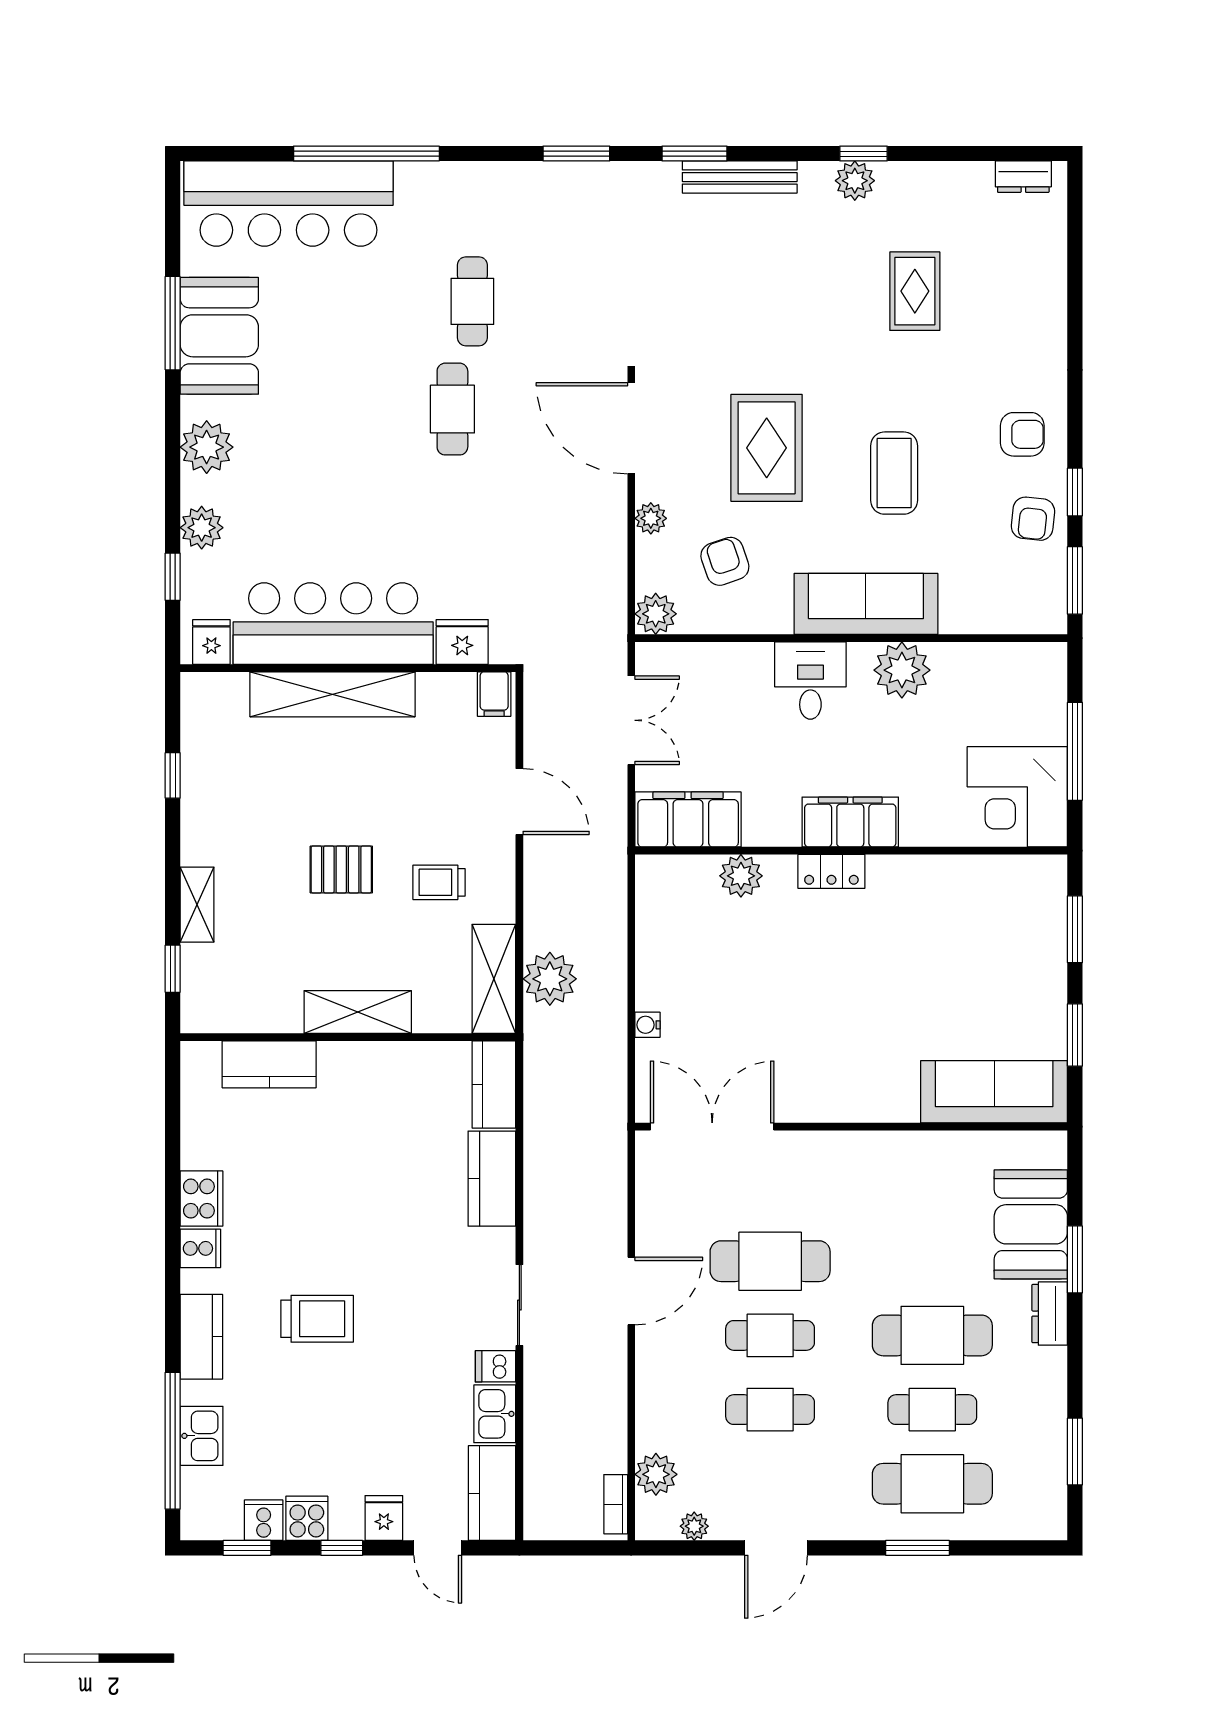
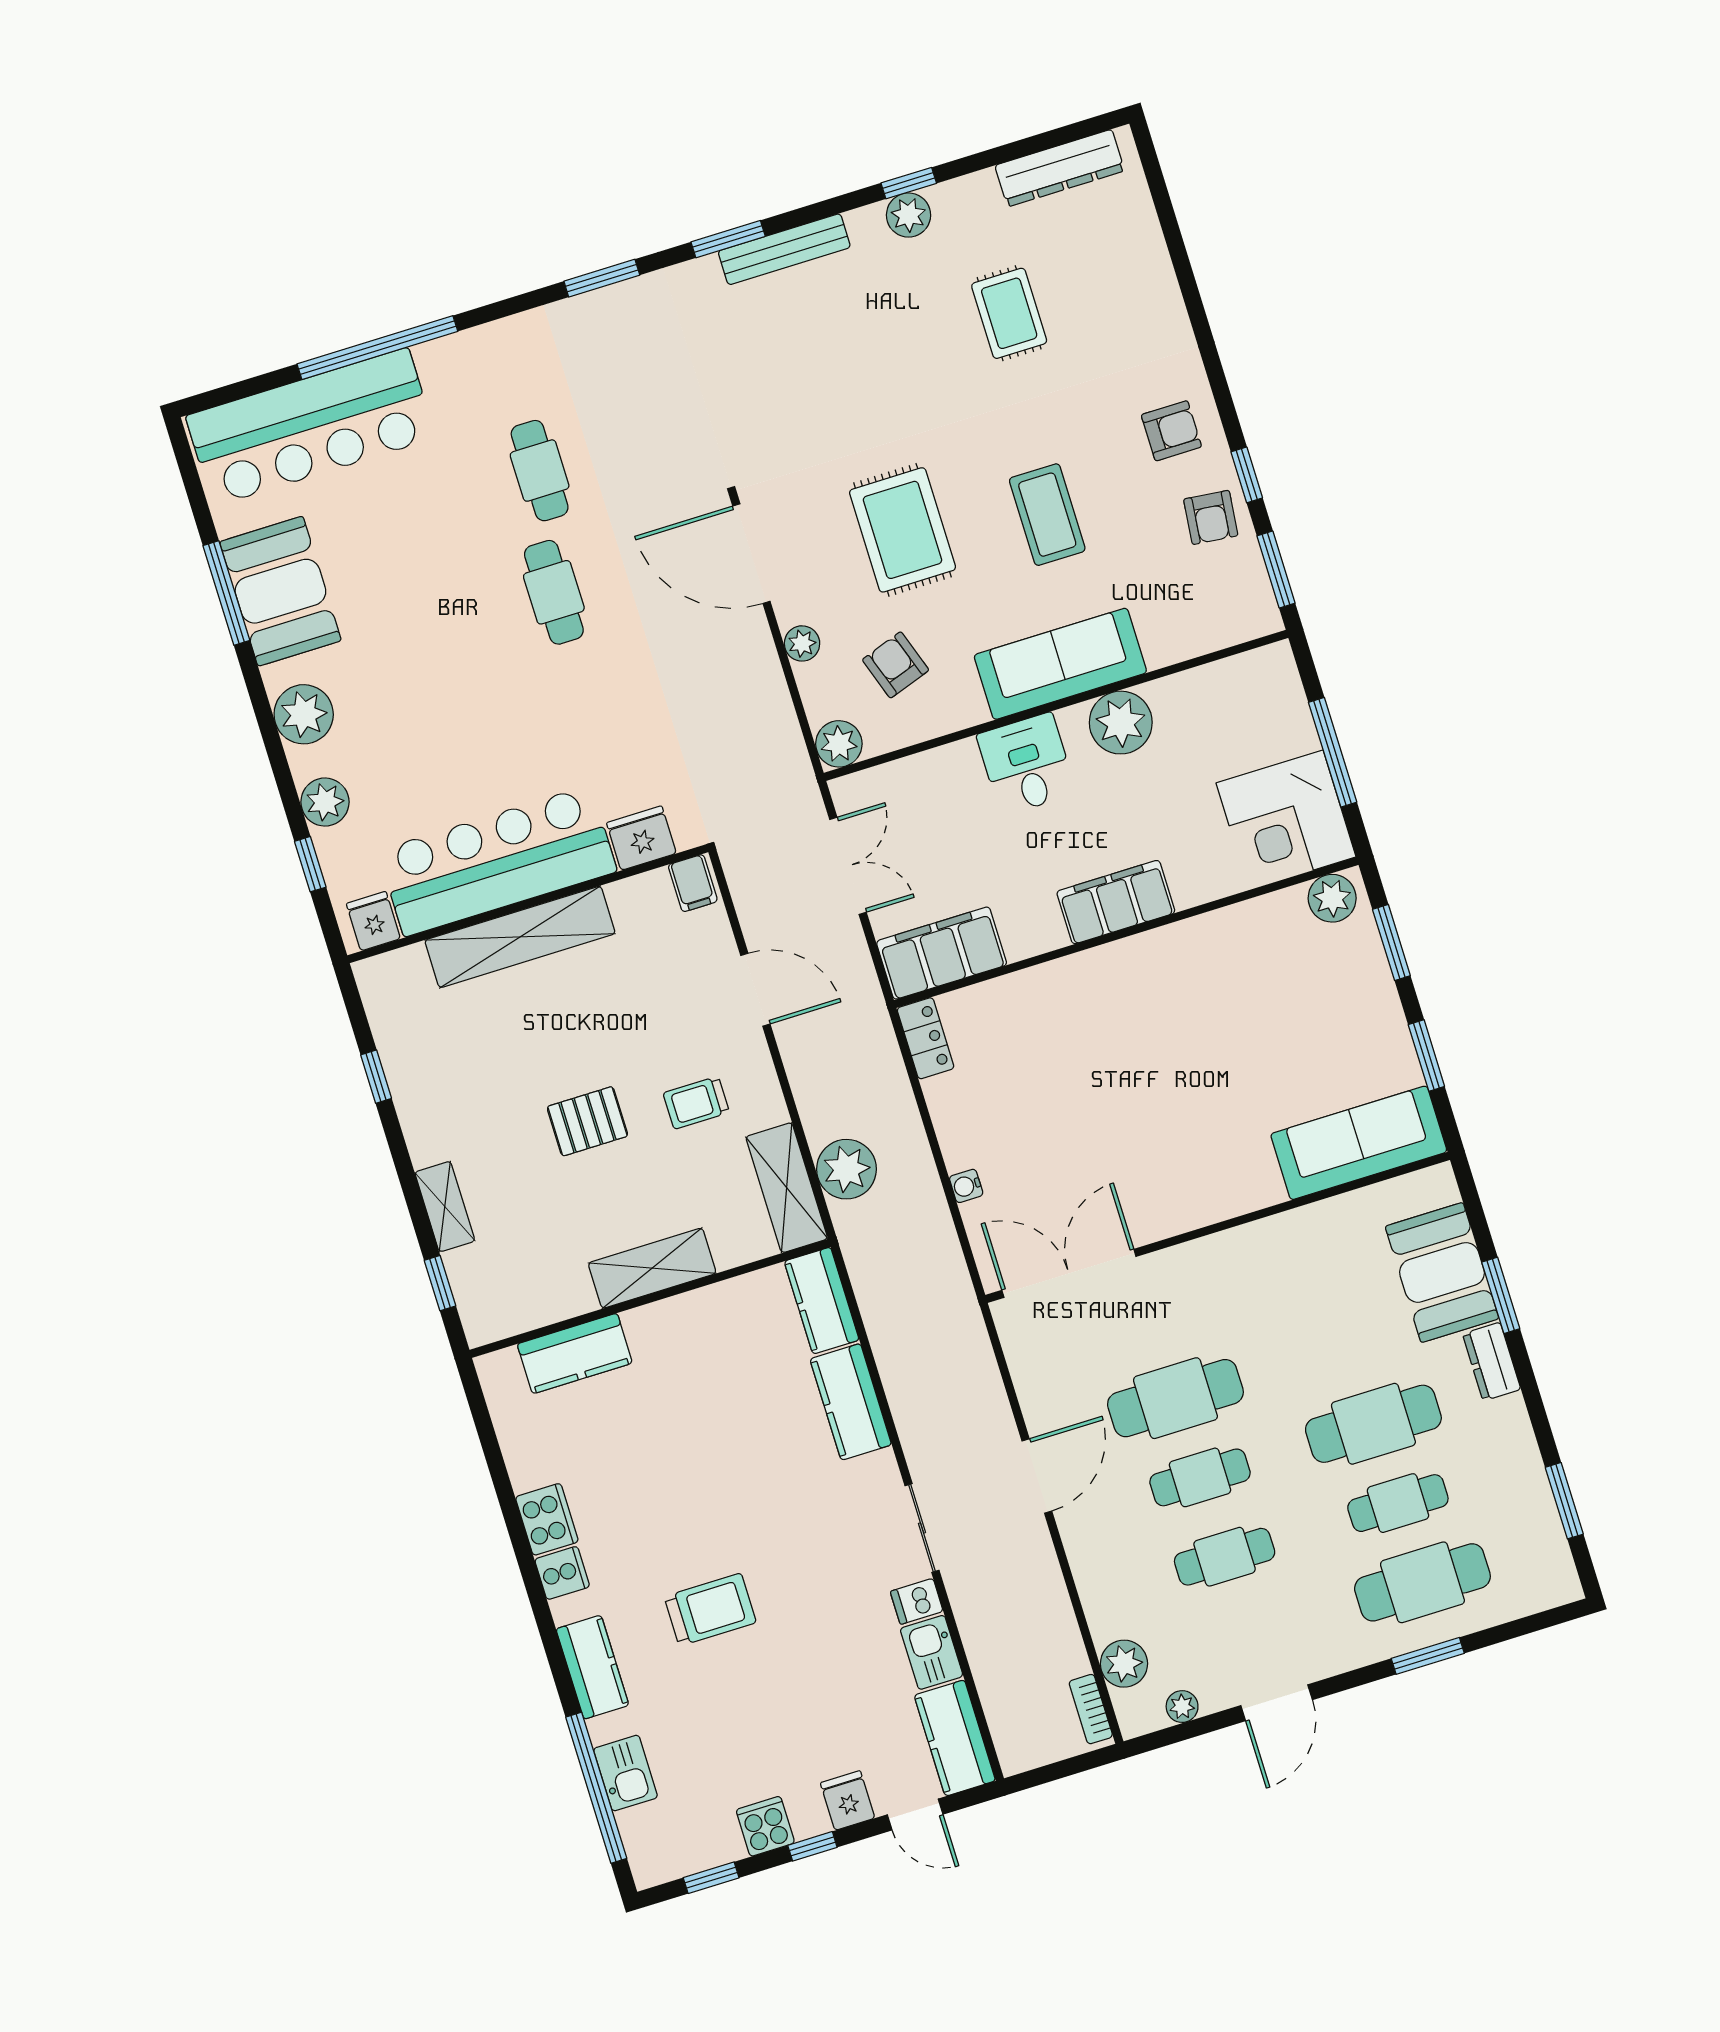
dresser: (1023, 177) -> (1060, 168), width x1.96, depth x1.24
locker: (831, 871) -> (926, 1038), moved, turned -90
plant: (741, 876) -> (1332, 898), moved
cooker: (264, 1520) -> (720, 1843), removed

